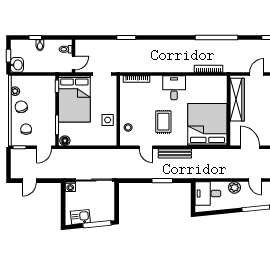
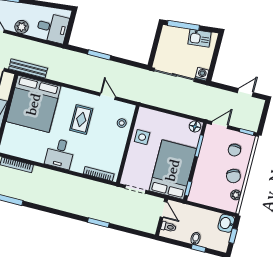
door: (73, 63) -> (164, 210), swing flipped
bench: (175, 154) -> (28, 68), moved

